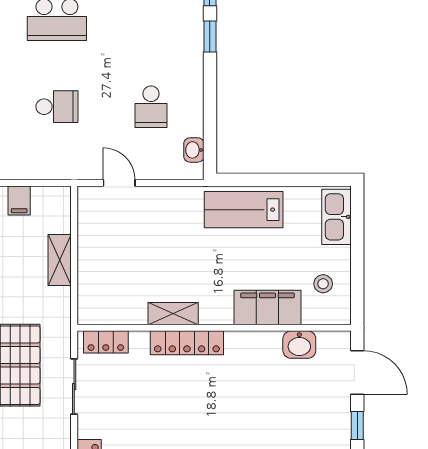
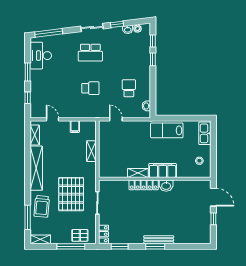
school desk: (151, 107) -> (129, 88), turned 180
filing cabinet: (267, 308) -> (163, 170), moved
locker: (106, 342) -> (110, 185), removed
washbasin: (299, 345) -> (166, 186), moved

